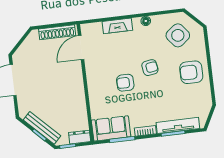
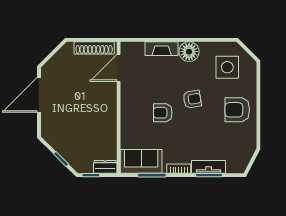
floor lamp: (146, 21) -> (189, 52), width x1.89, depth x1.89
side table: (178, 35) -> (227, 67), turned 38
tv unit: (178, 125) -> (209, 167), width x0.71
bench: (42, 128) -> (65, 152), removed

